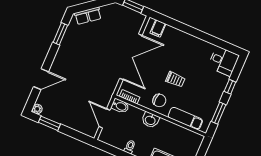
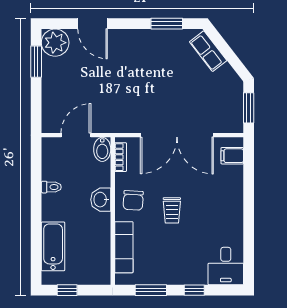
plant: (37, 109) -> (55, 43), width x1.88, depth x1.88

